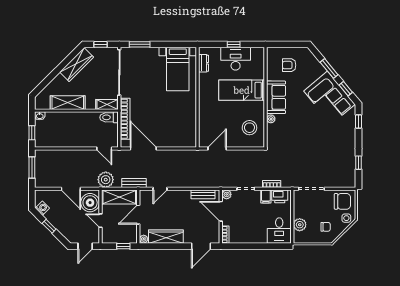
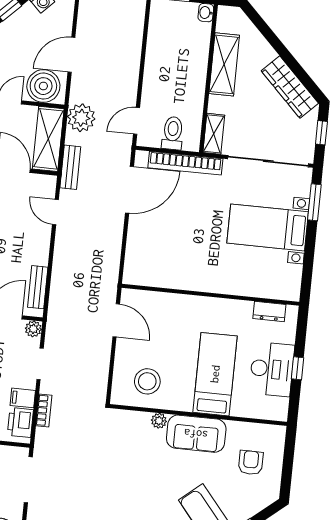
bed with nightstands: (178, 69) -> (268, 227), moved
toilet: (109, 117) -> (173, 133), moved

